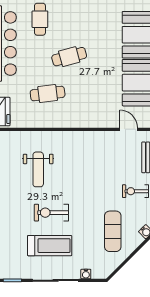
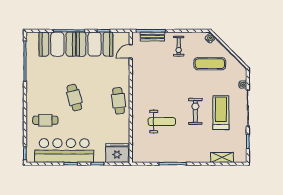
cafe table: (48, 94) -> (119, 101), moved
exercise bike: (51, 213) -> (195, 111), turned 180

